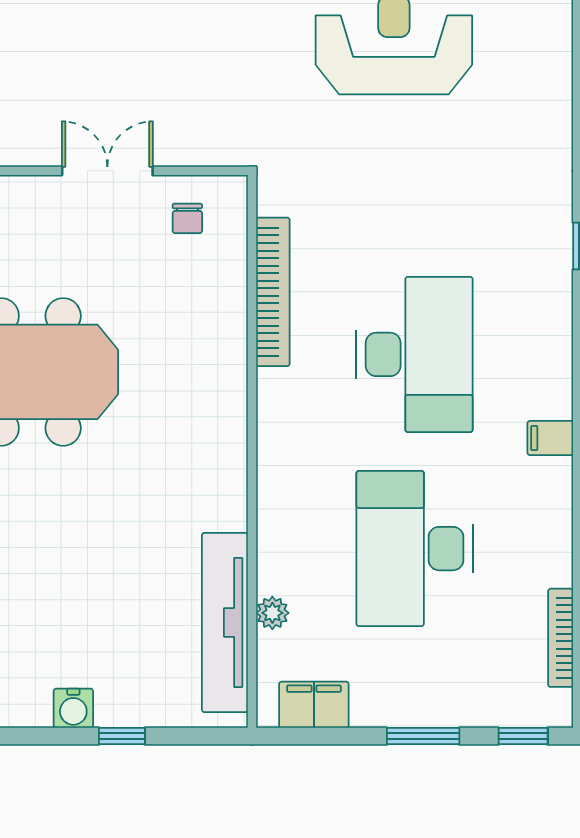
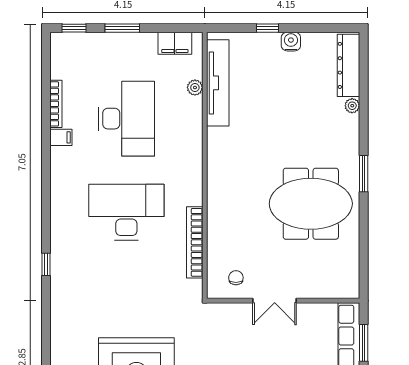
desk: (415, 354) -> (126, 212), turned 90
filing cabinet: (550, 438) -> (61, 137), moved
bookcase: (561, 638) -> (56, 104), moved

